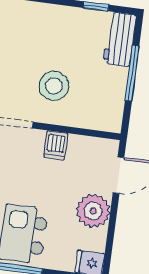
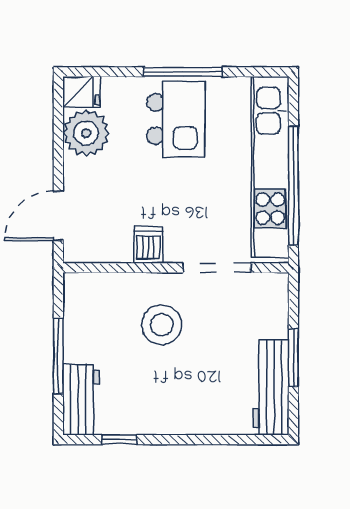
plant: (93, 211) -> (86, 133), moved

